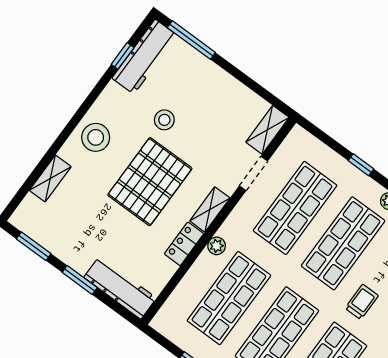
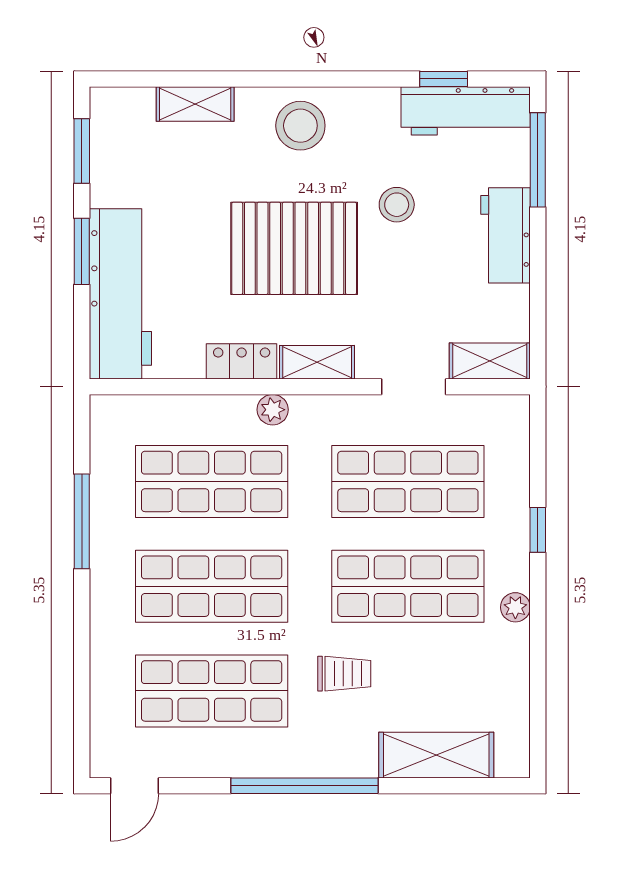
workbench: (215, 80) -> (505, 235), added
workbench: (120, 288) -> (120, 294), width x1.36, depth x1.32

